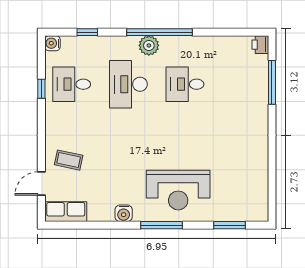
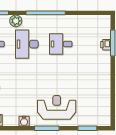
plant: (149, 45) -> (16, 21), moved
printer: (260, 45) -> (106, 45), moved
reception desk: (178, 190) -> (57, 107), turned 180

